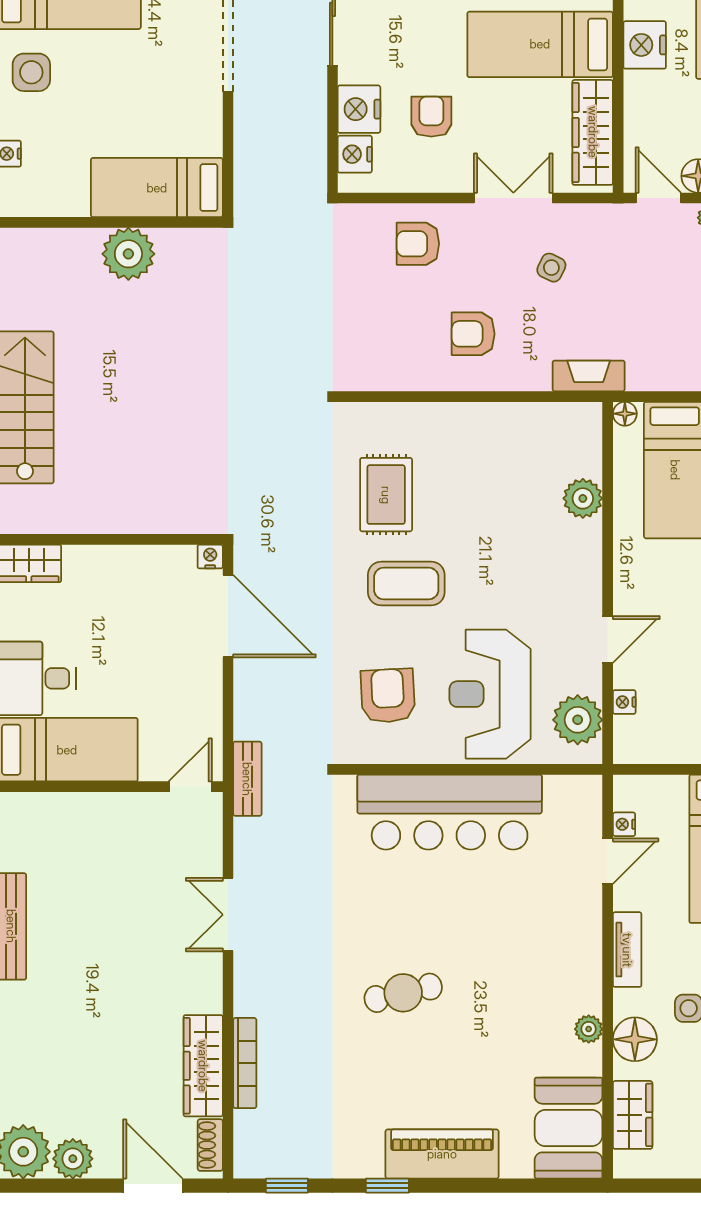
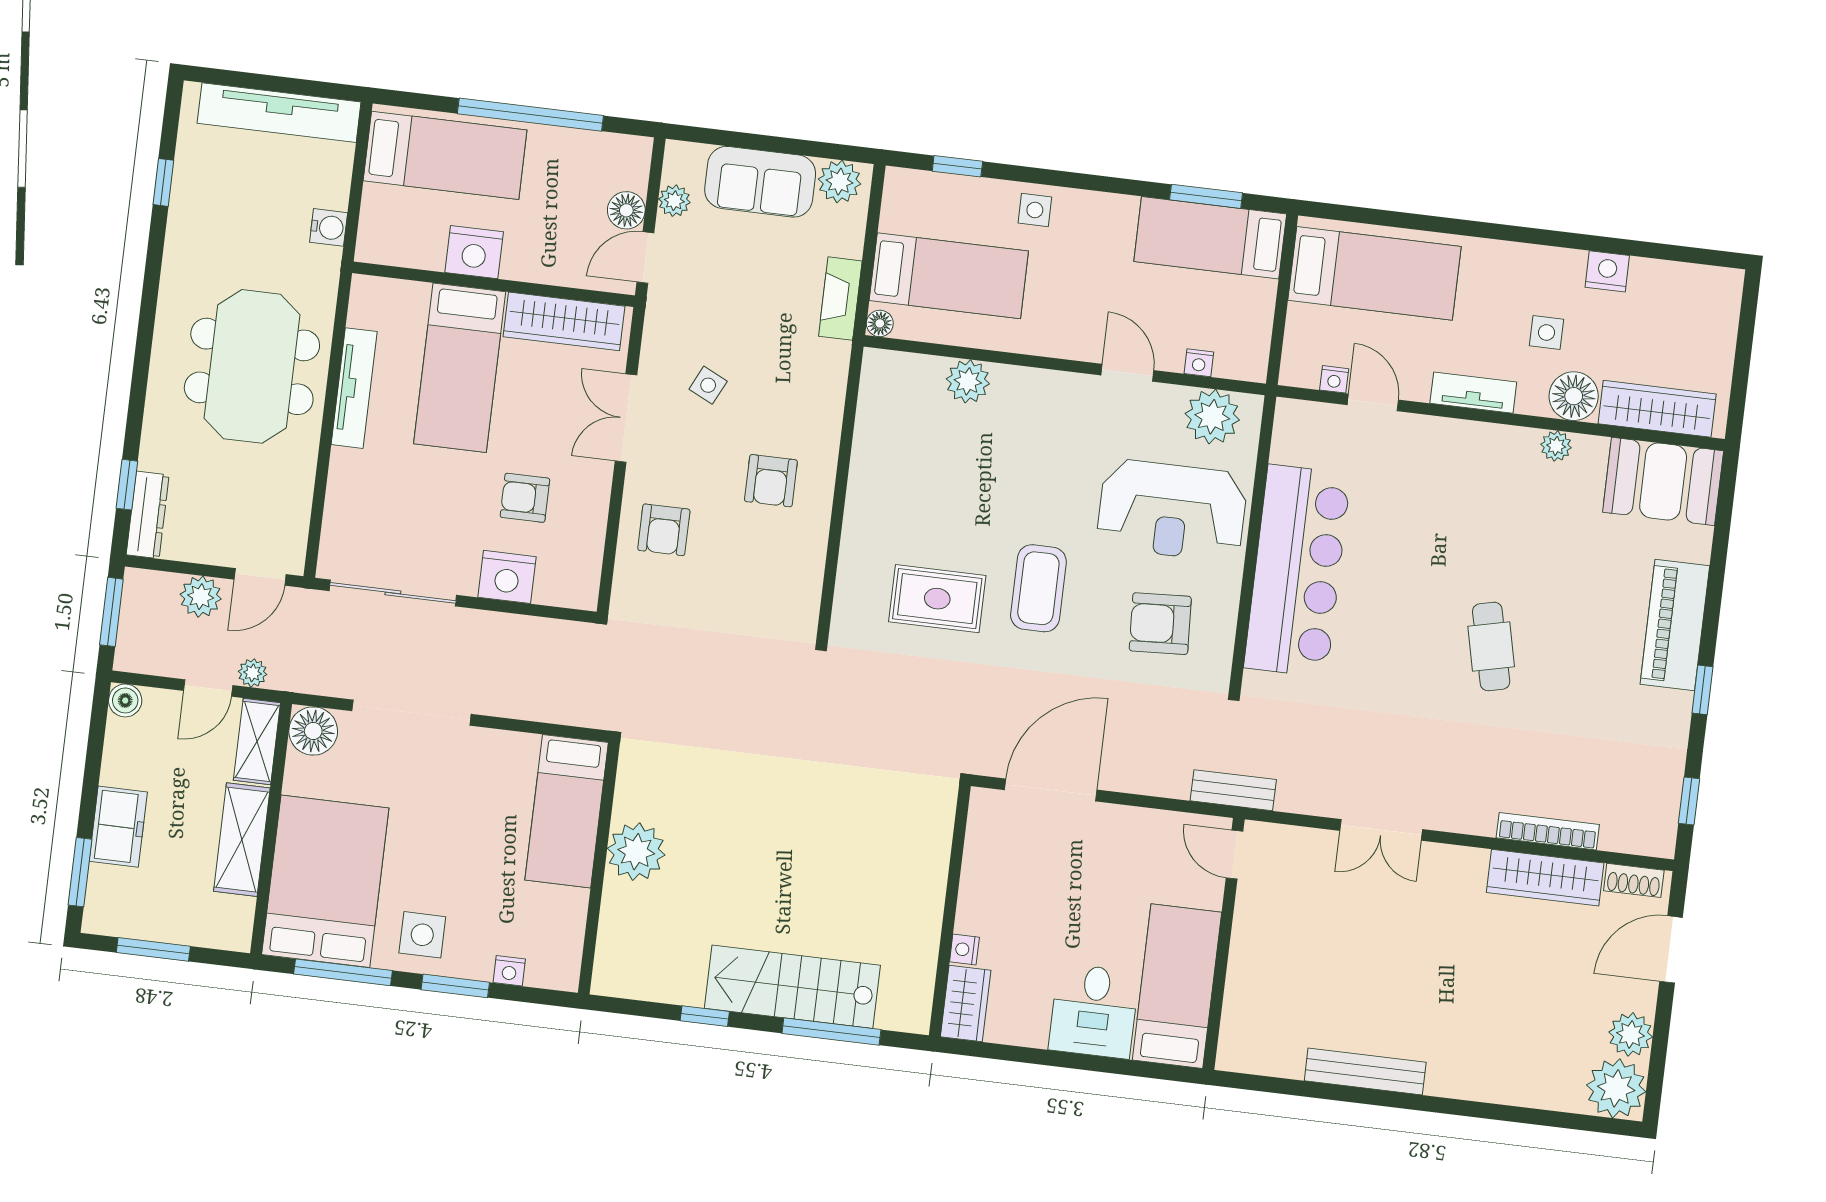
nightstand: (355, 154) -> (556, 588), removed
fireplace: (589, 376) -> (840, 299), moved
nightstand: (210, 557) -> (964, 950), moved
wardrobe: (633, 1115) -> (1657, 409), width x1.50

